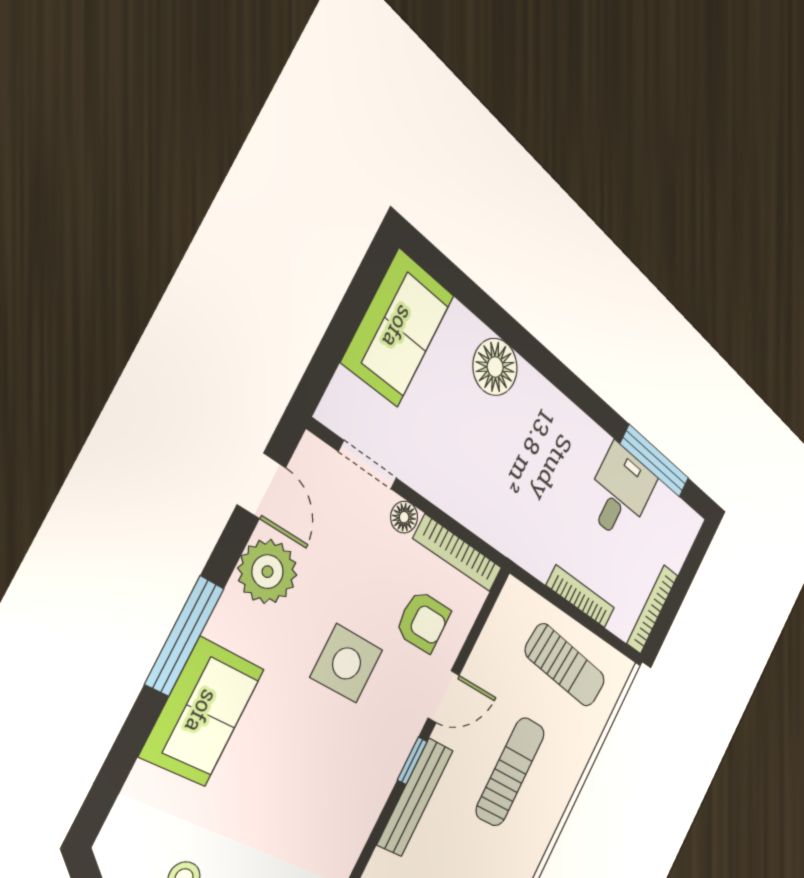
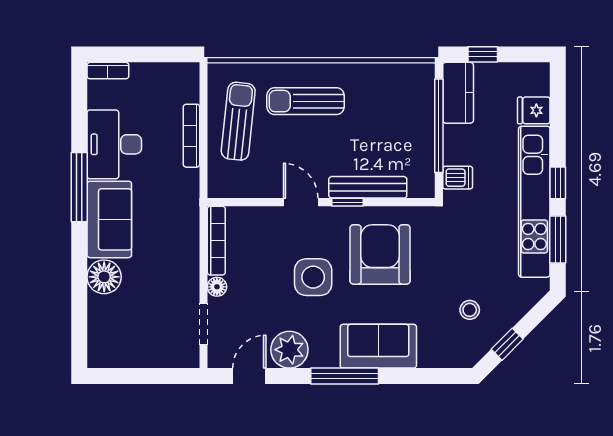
sofa: (398, 328) -> (109, 219), moved, turned 90
window: (655, 461) -> (79, 187), moved
desk: (620, 493) -> (114, 144), width x1.37
bookcase: (652, 609) -> (108, 71), moved, width x0.64
armchair: (423, 621) -> (380, 254), moved, width x1.88, depth x1.88
sun lounger: (510, 772) -> (306, 101), moved

